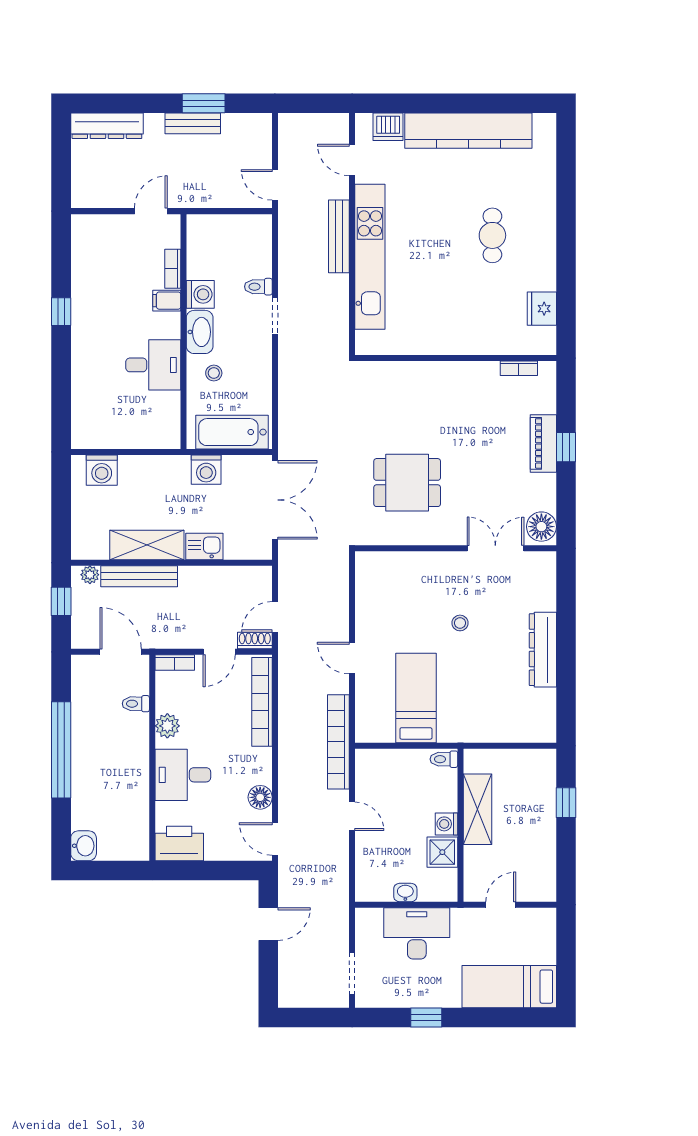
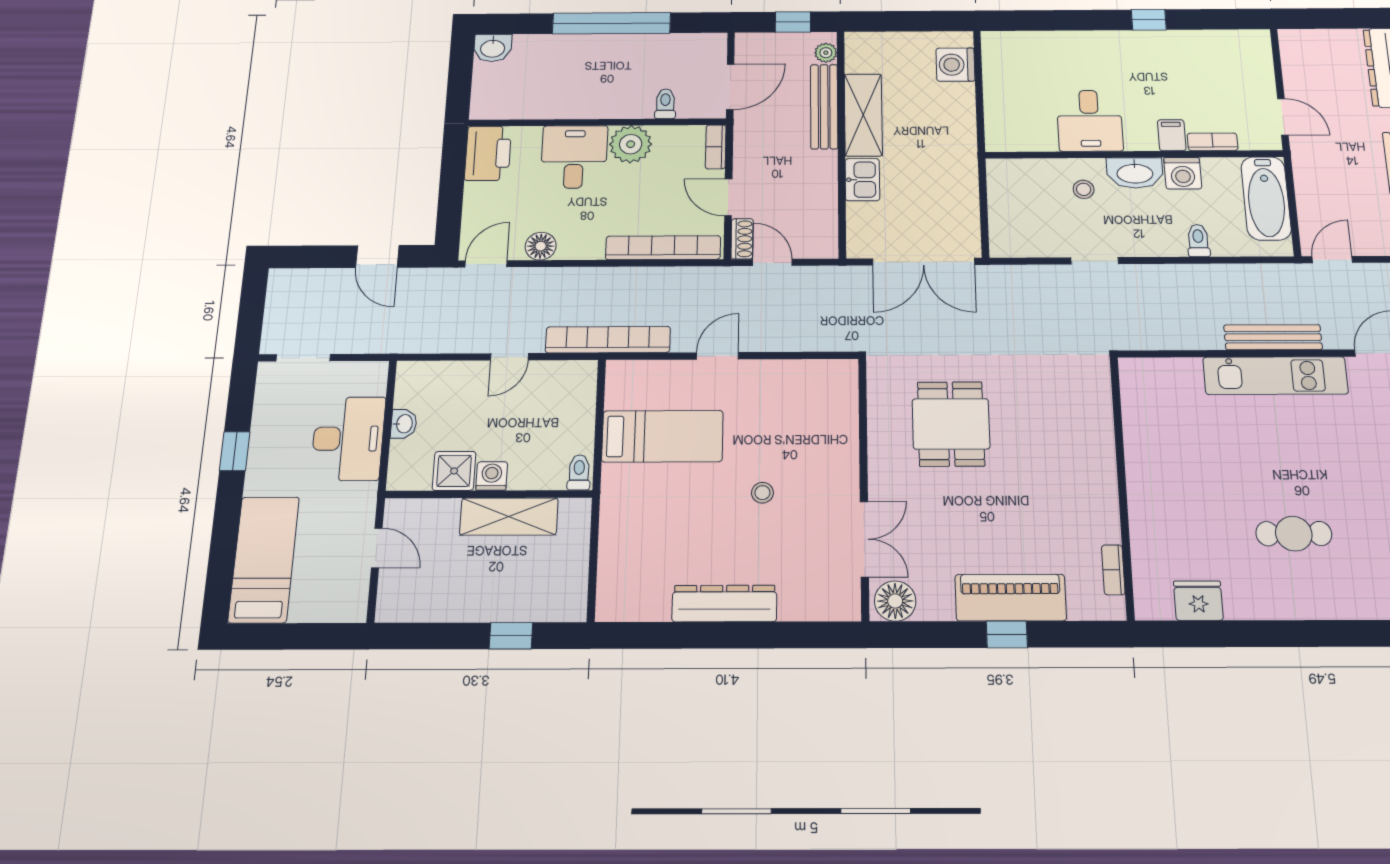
kitchen unit: (370, 257) -> (1275, 376), width x0.73
doorway: (275, 316) -> (1095, 261), moved
bathtub: (232, 432) -> (1266, 198), moved, turned 180
piano: (543, 443) -> (1011, 598), width x1.37, depth x1.33
washing machine: (206, 470) -> (960, 181), removed
plant: (167, 726) -> (631, 144), width x1.36, depth x1.36

